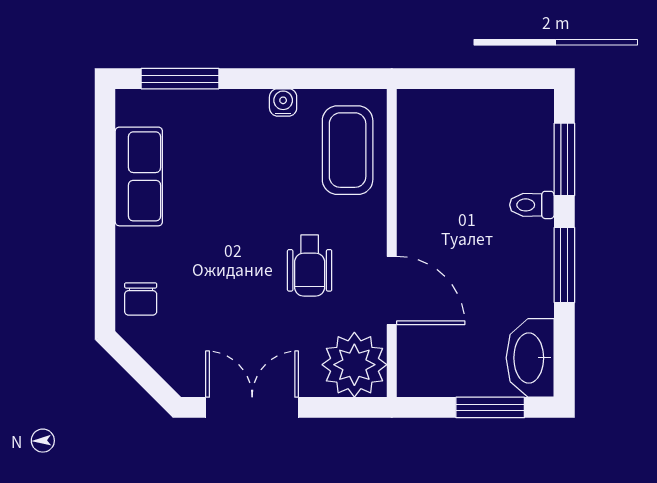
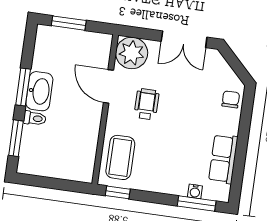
window: (343, 79) -> (118, 192), added
water cooler: (283, 102) -> (195, 191), moved
washbasin: (530, 358) -> (39, 91), moved

